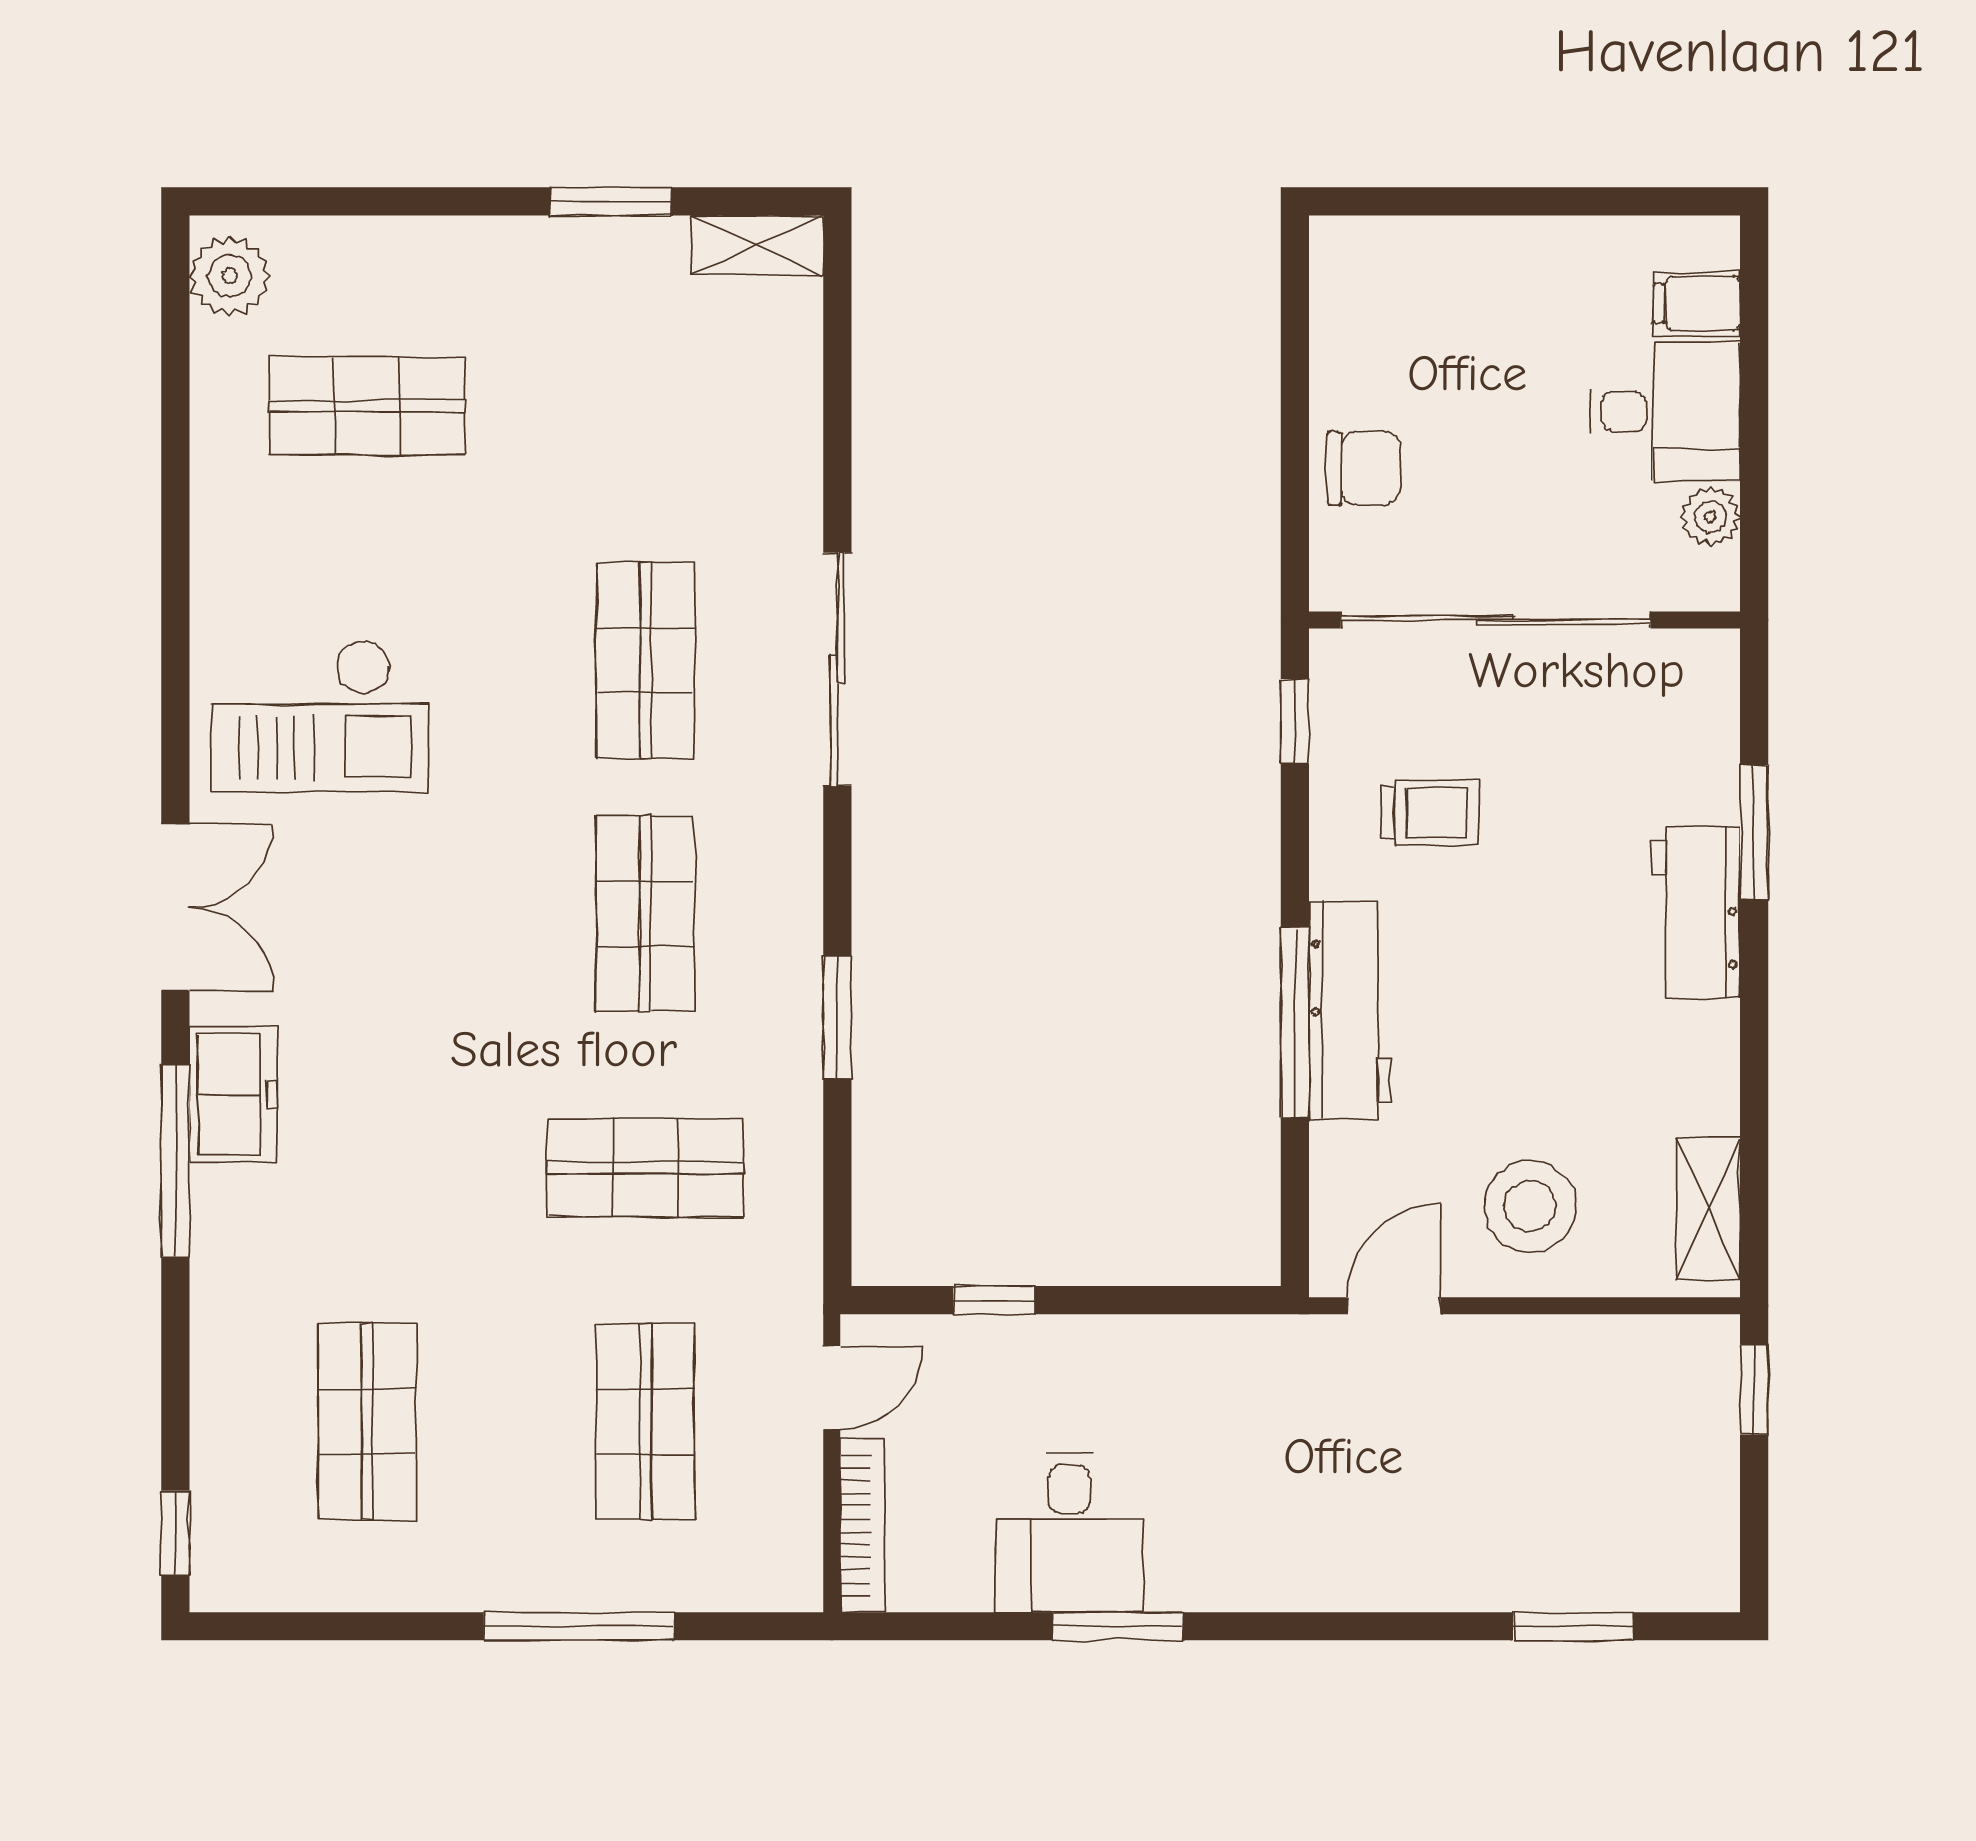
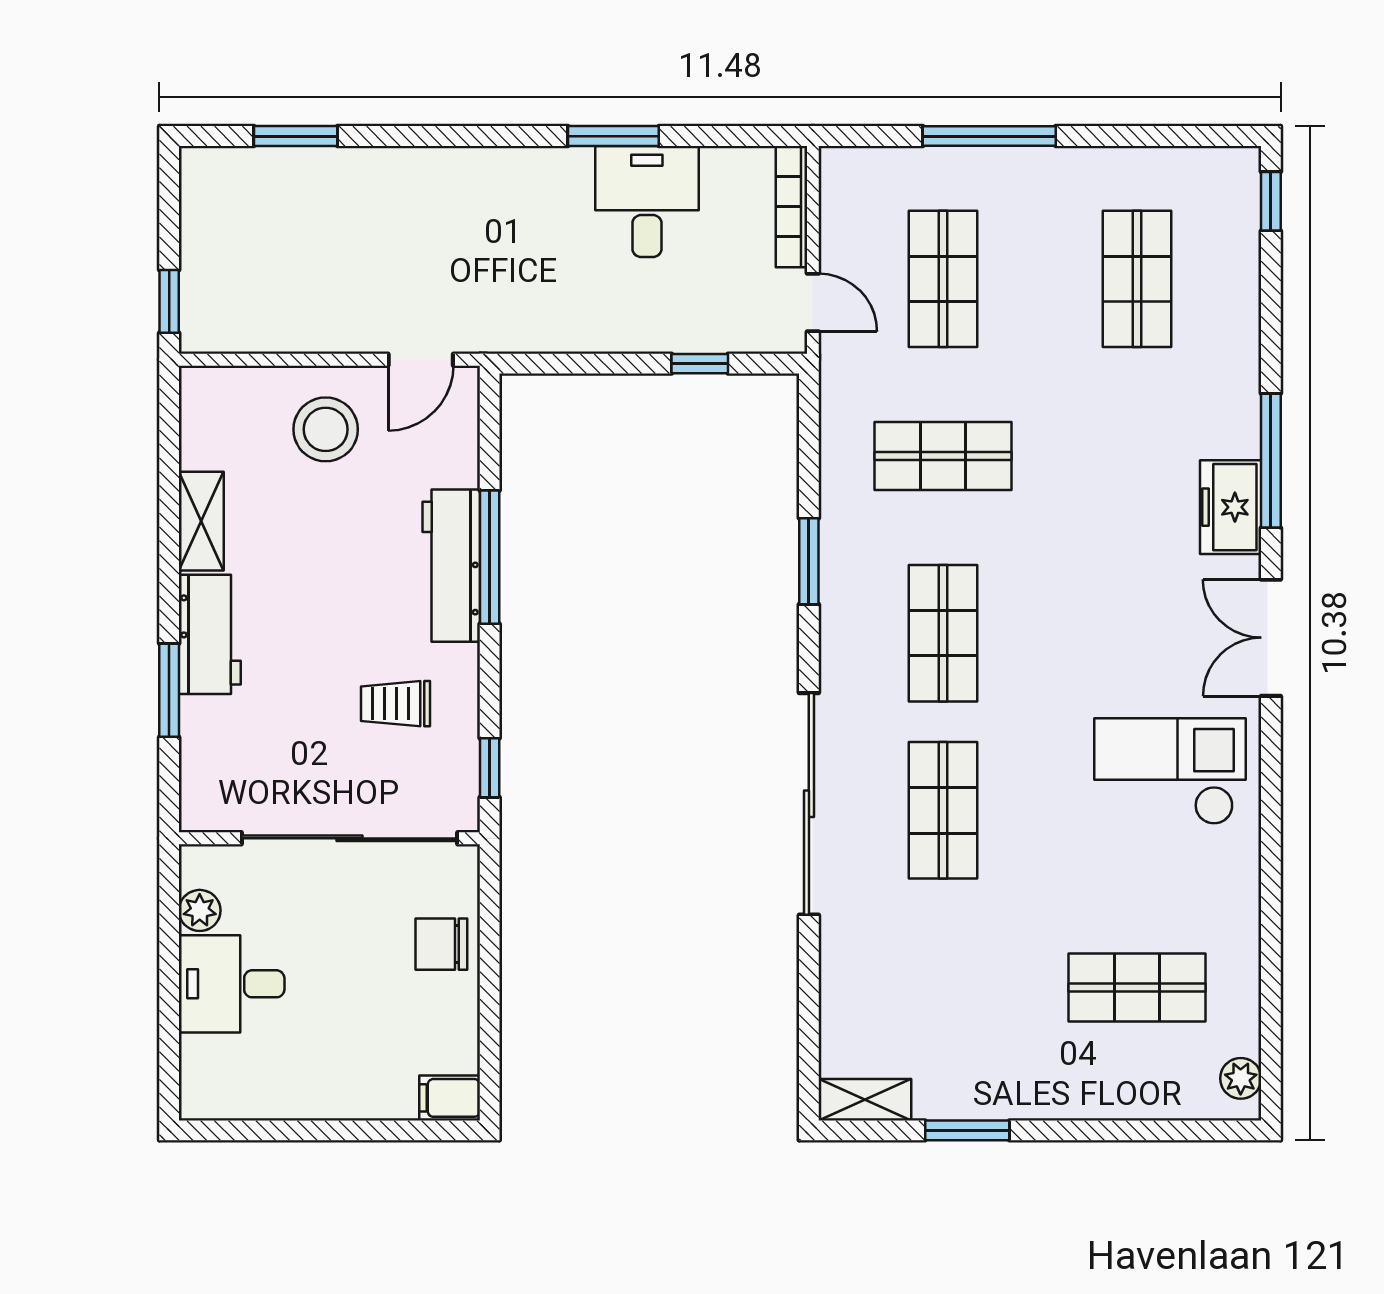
plant: (230, 276) -> (1241, 1078), width x0.73, depth x0.73
filing cabinet: (1697, 303) -> (450, 1098), moved, turned 180
sliding door: (837, 669) -> (809, 804), width x1.36
shelving: (1708, 1209) -> (201, 521), moved
door: (832, 1388) -> (813, 303), swing flipped

